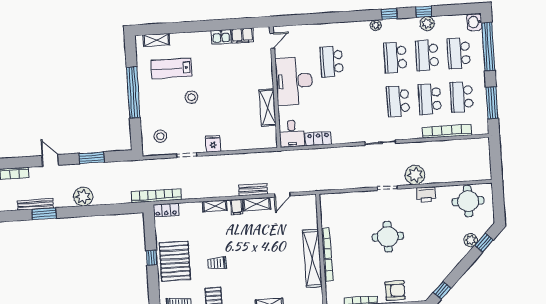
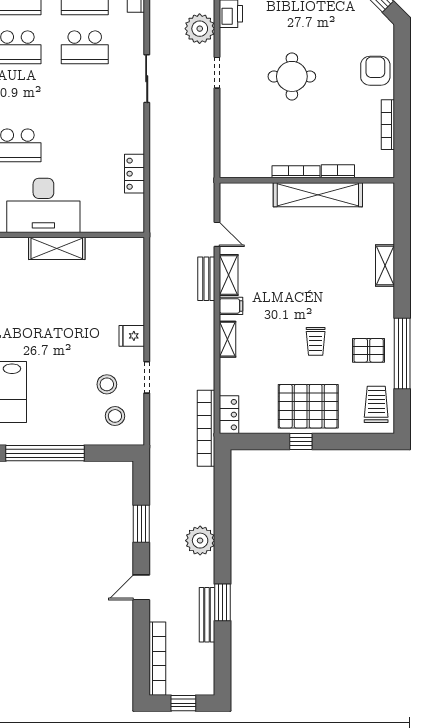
stool: (192, 97) -> (107, 384), moved
shelving: (268, 108) -> (57, 248), moved
desk: (292, 134) -> (124, 214), removed

